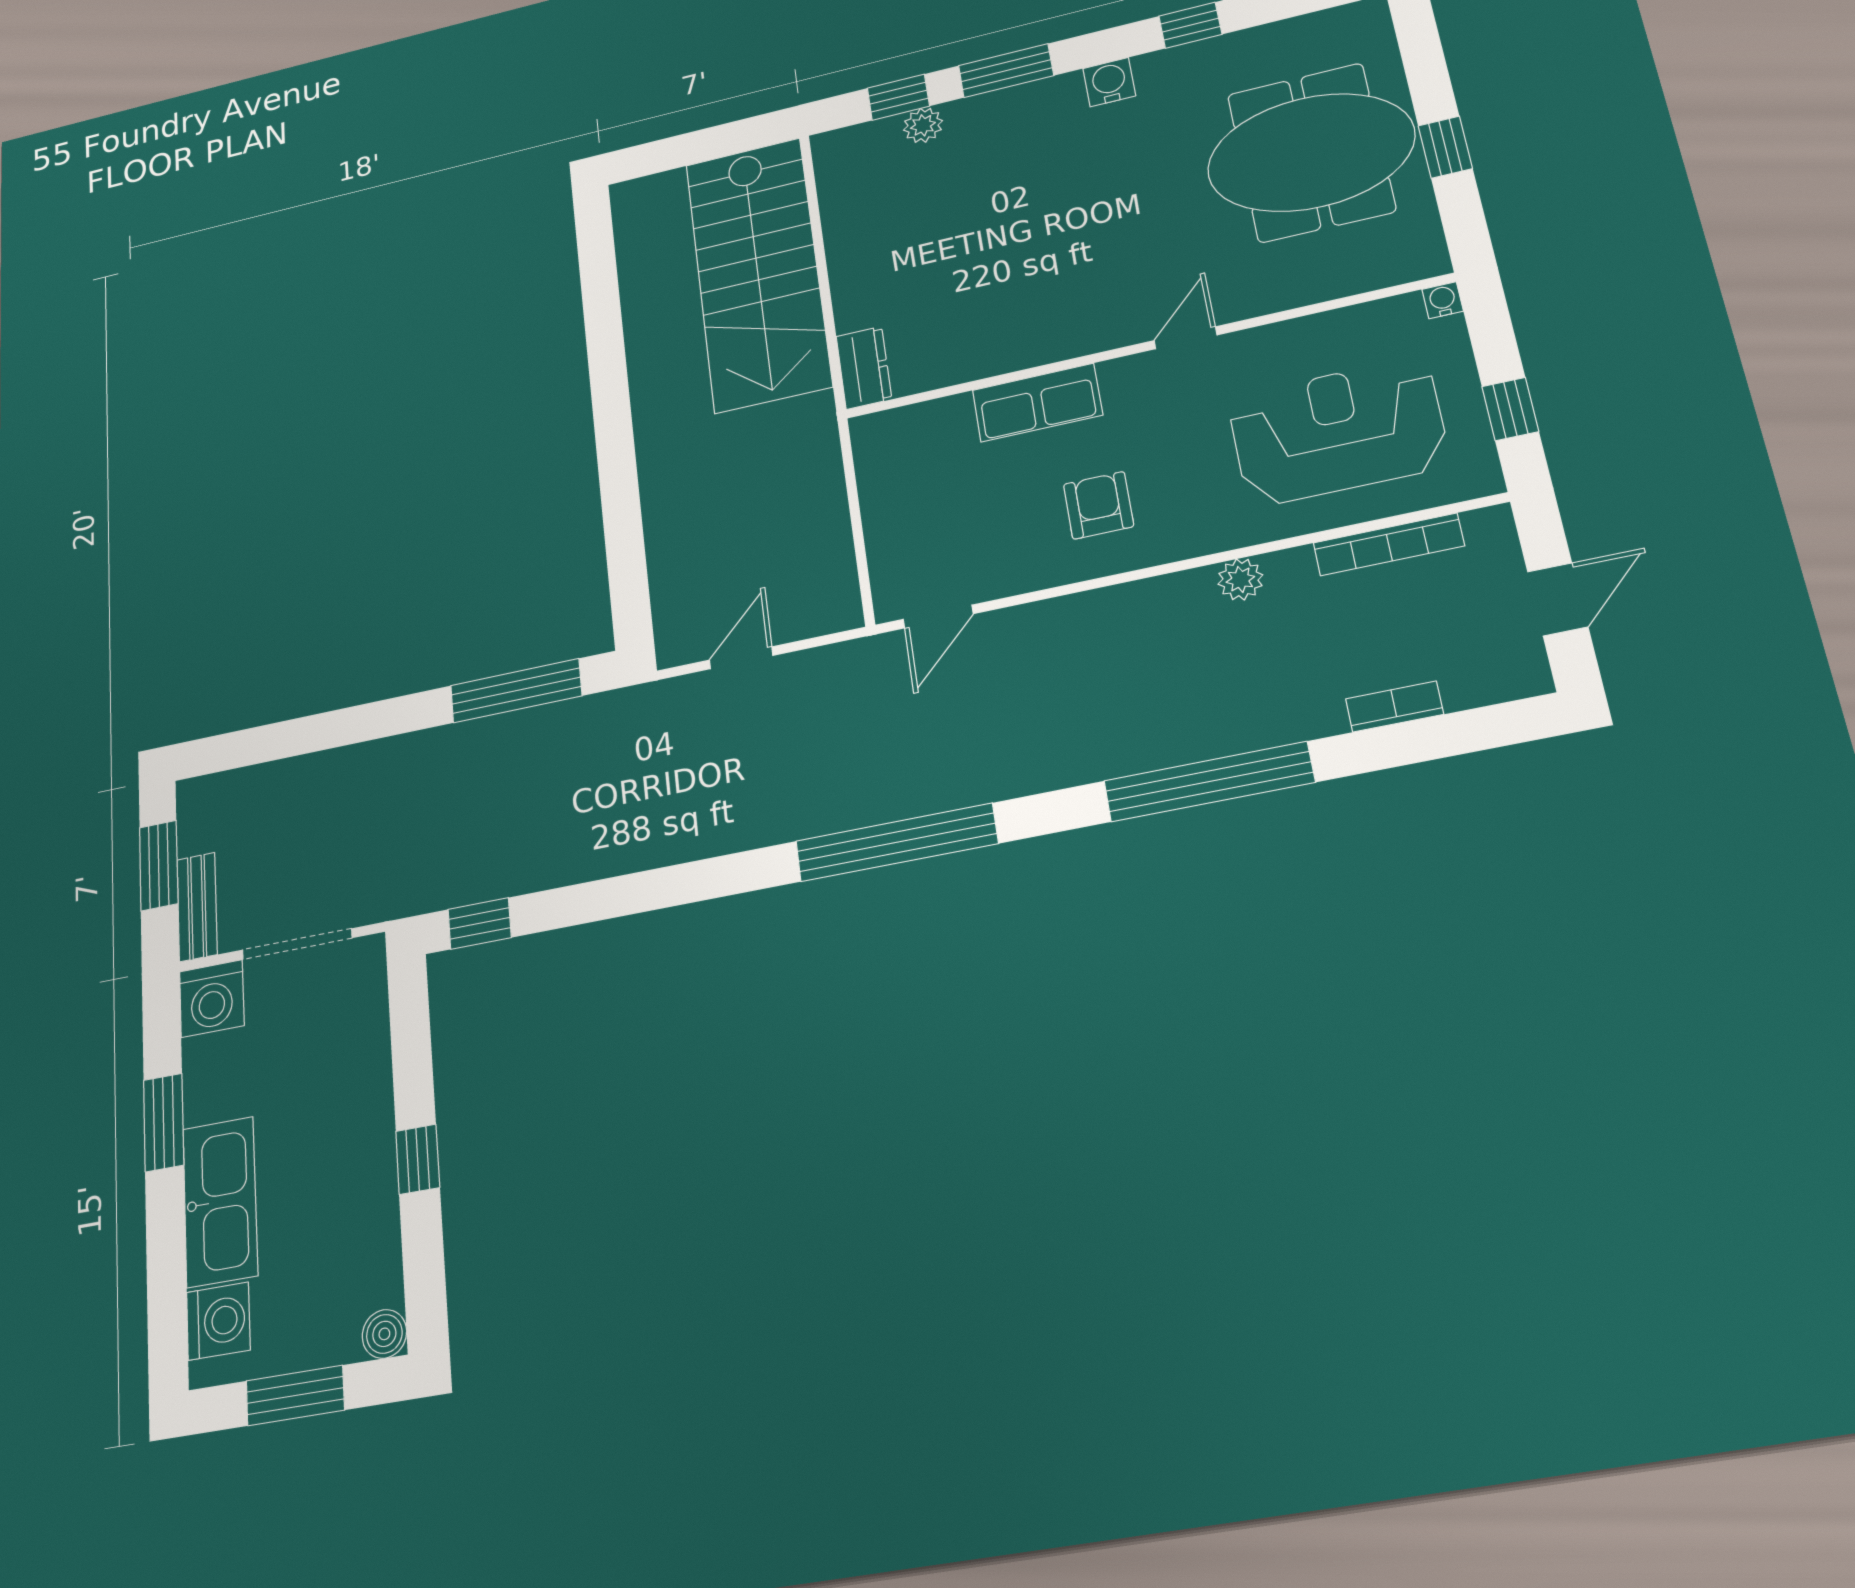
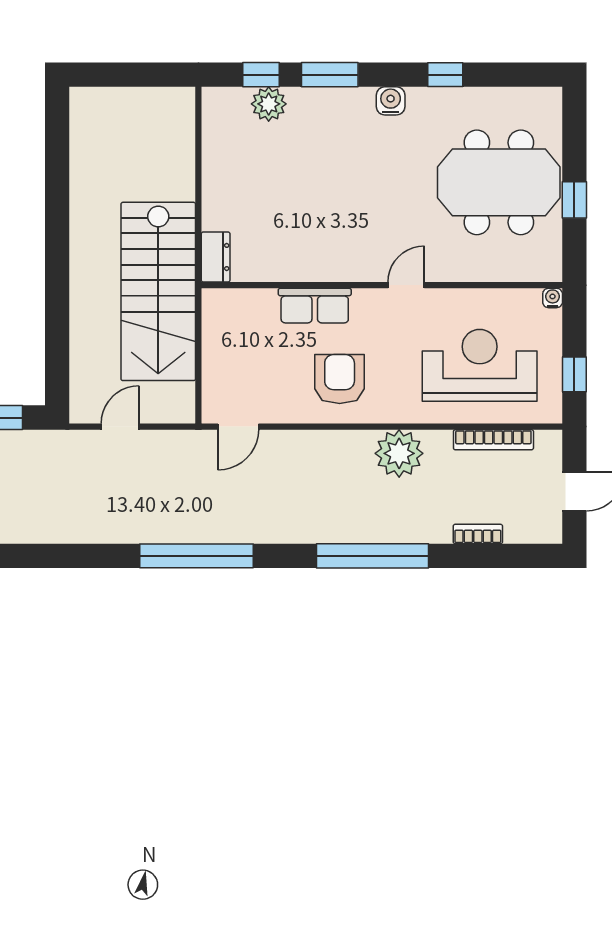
plant: (923, 125) -> (269, 104), width x1.38, depth x1.38
stairs: (758, 274) -> (158, 291), moved
armchair: (1099, 505) -> (340, 379), width x1.38, depth x1.38
plant: (1240, 579) -> (399, 453), width x1.87, depth x1.87

